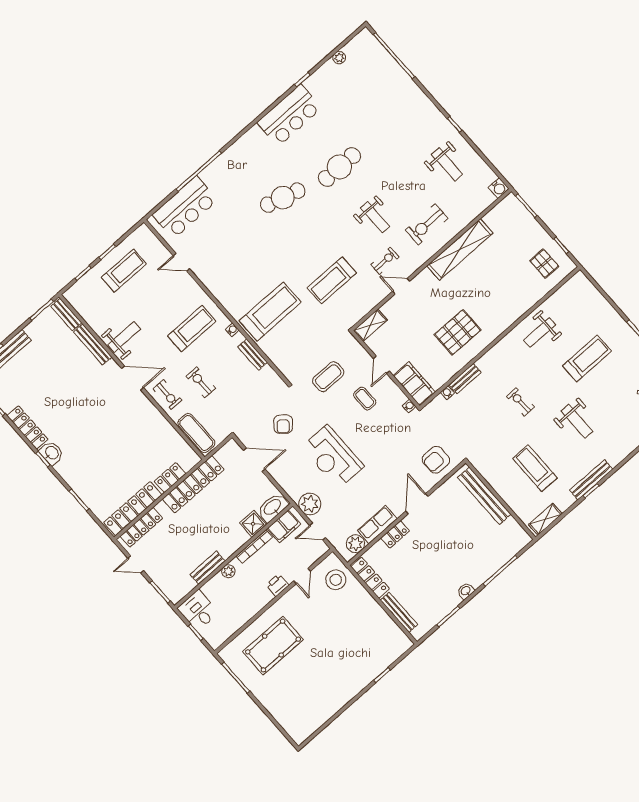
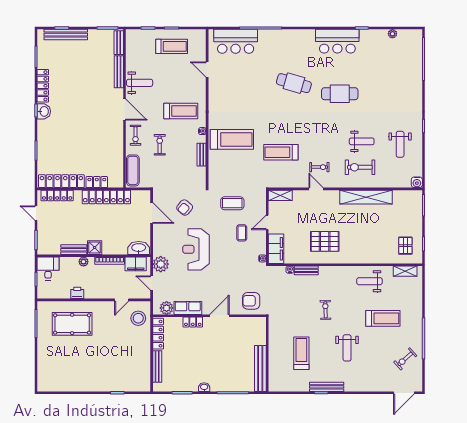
weight bench: (375, 217) -> (362, 141), moved, turned -90
bench: (484, 496) -> (260, 369), moved
shelving: (545, 519) -> (405, 271), moved
shower: (253, 524) -> (95, 248), moved
printer: (277, 585) -> (77, 293), moved

